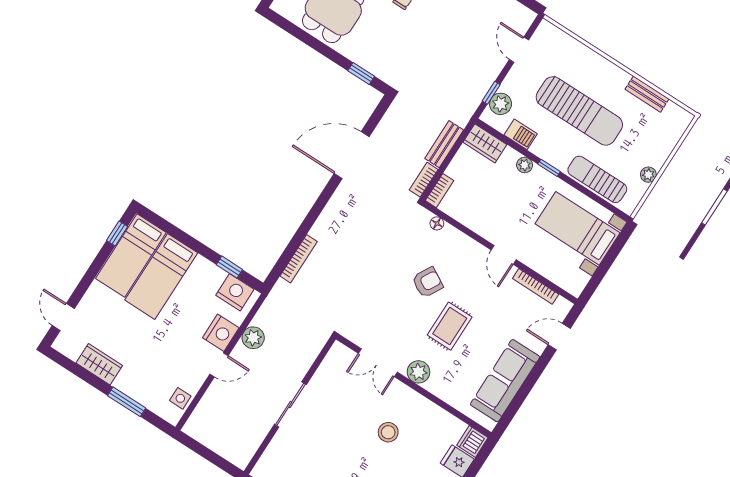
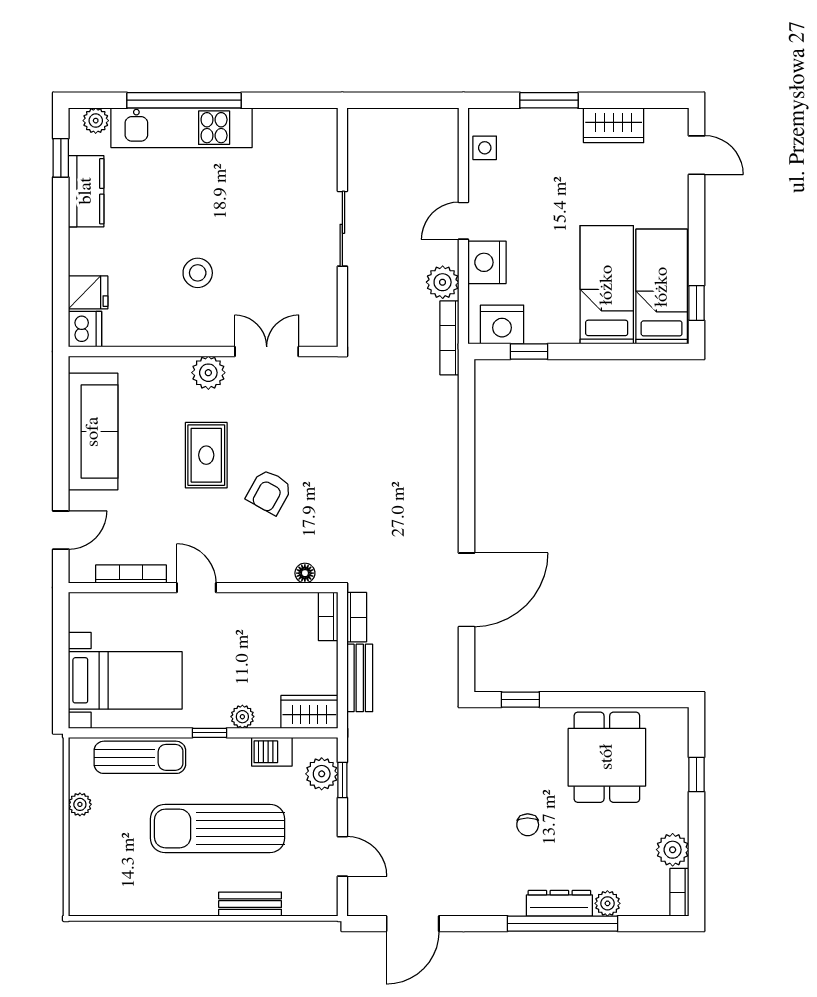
bench: (647, 94) -> (250, 904), moved
bookcase: (299, 259) -> (449, 338), moved

